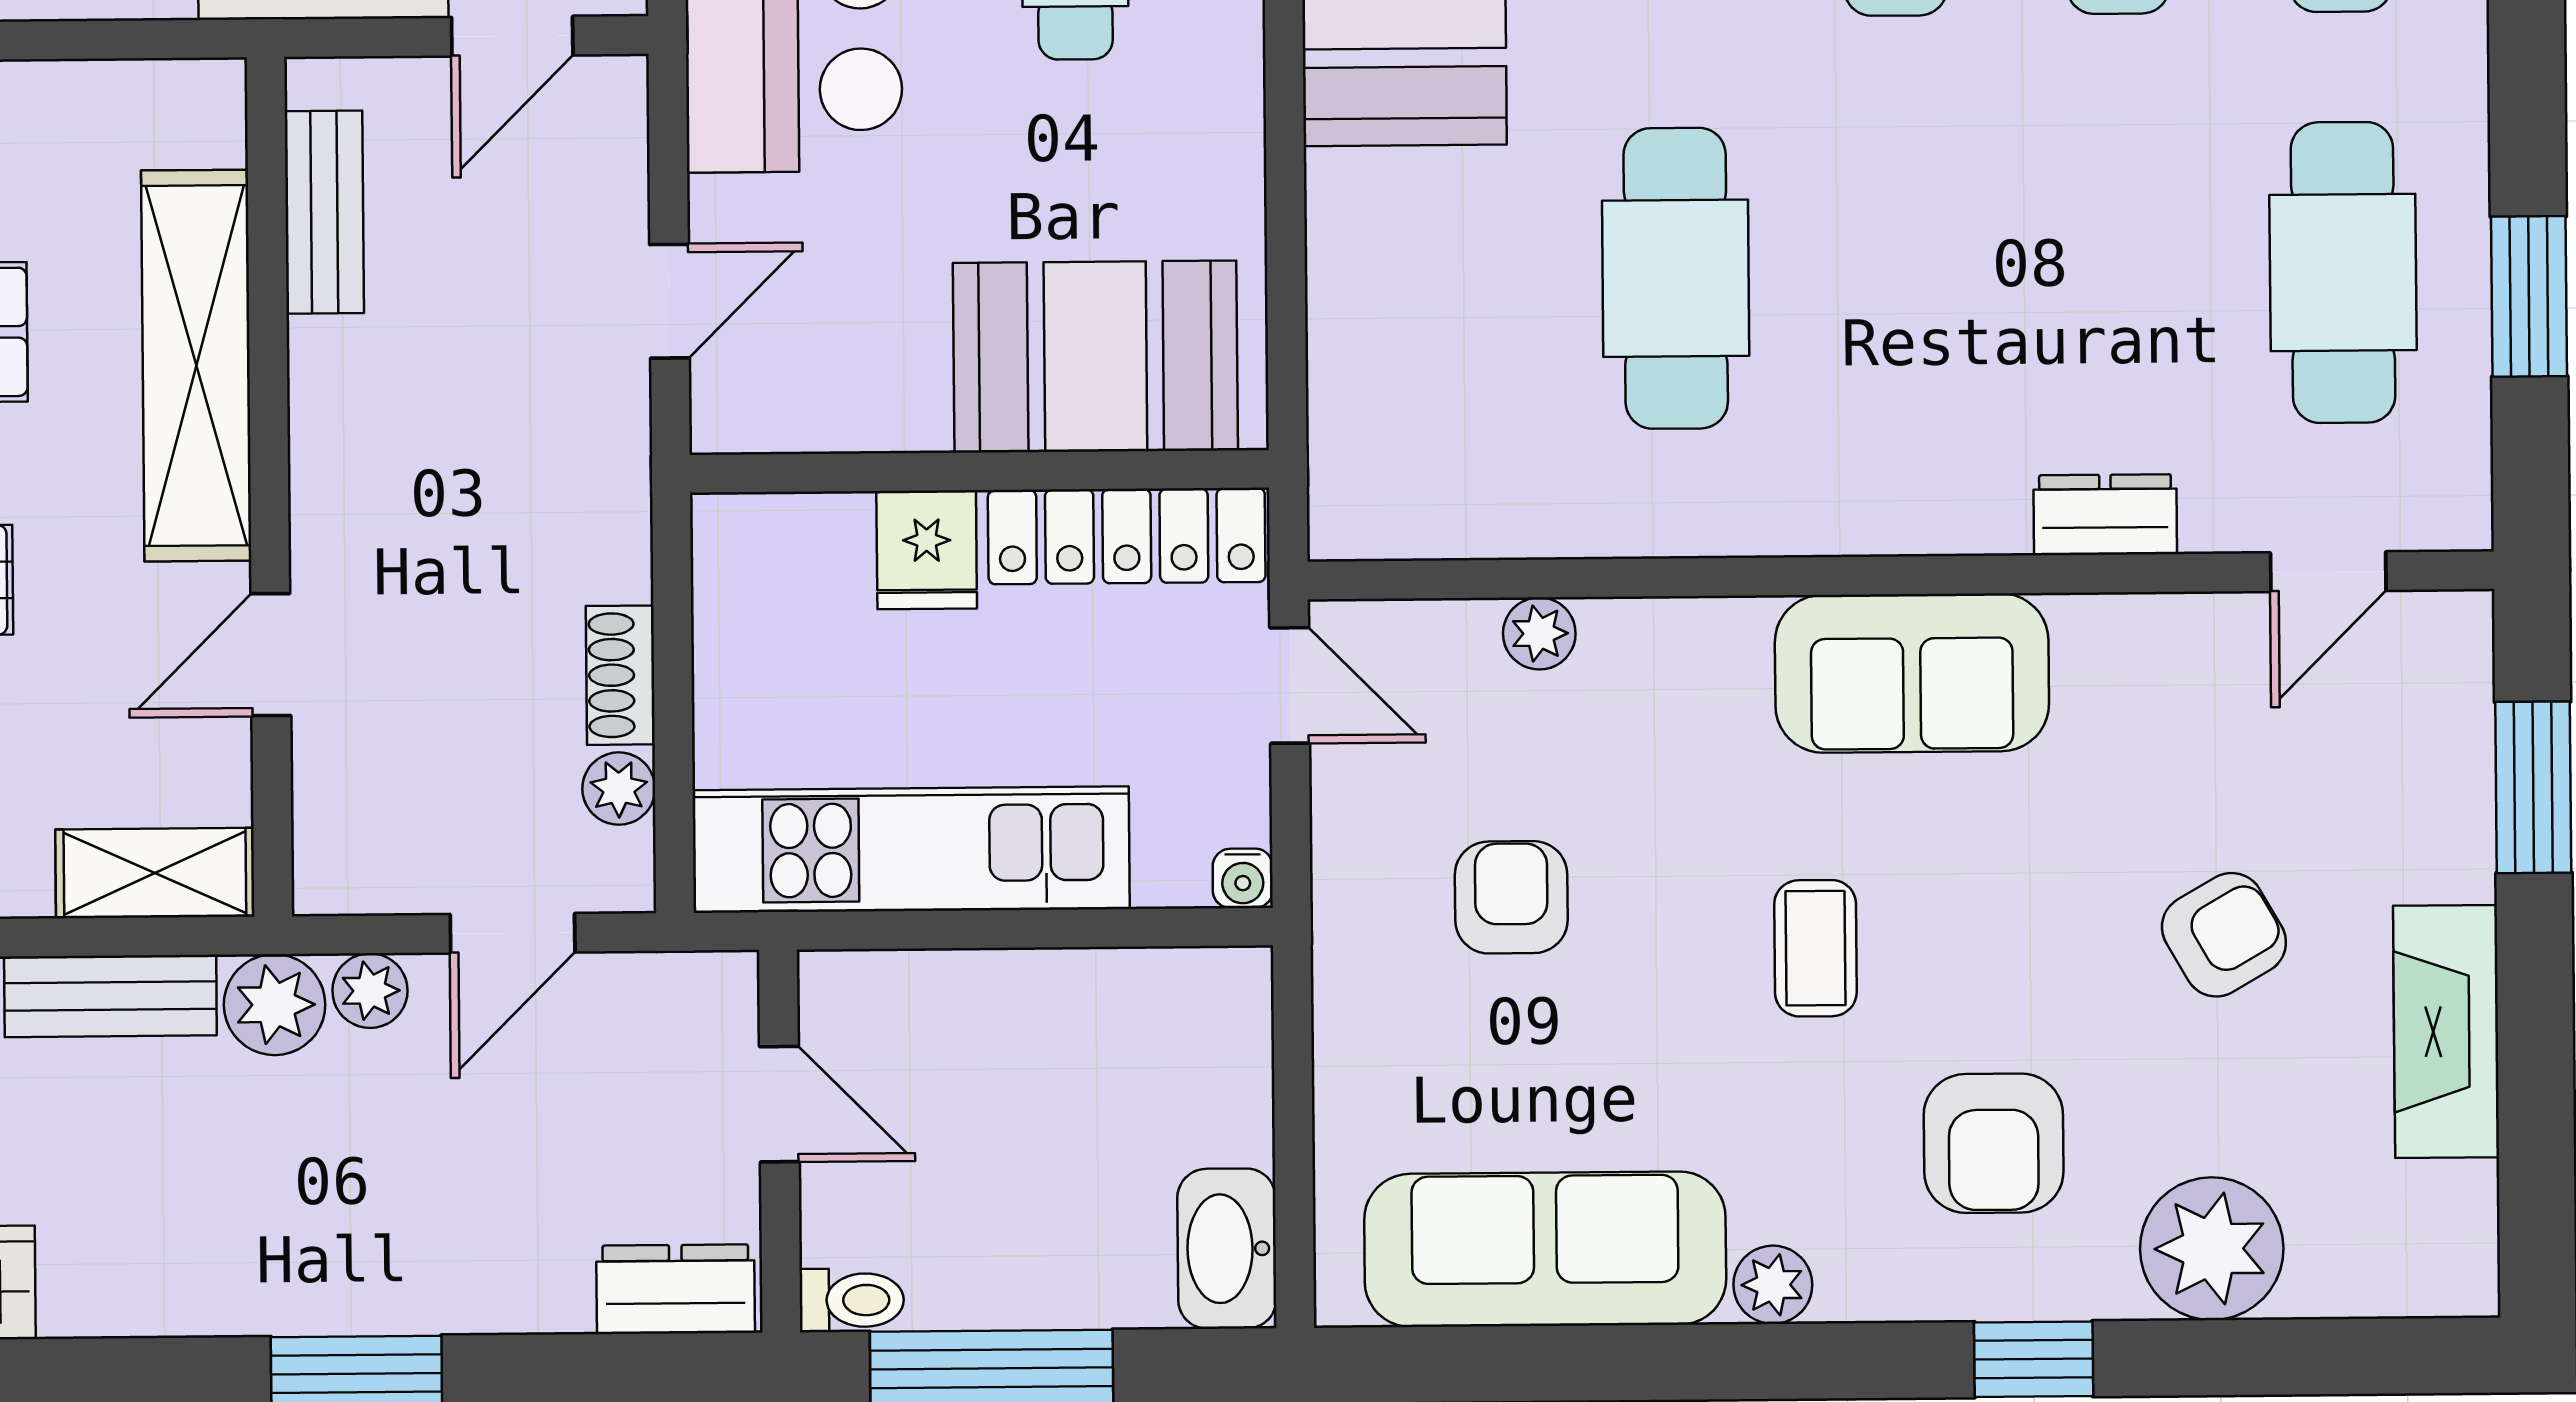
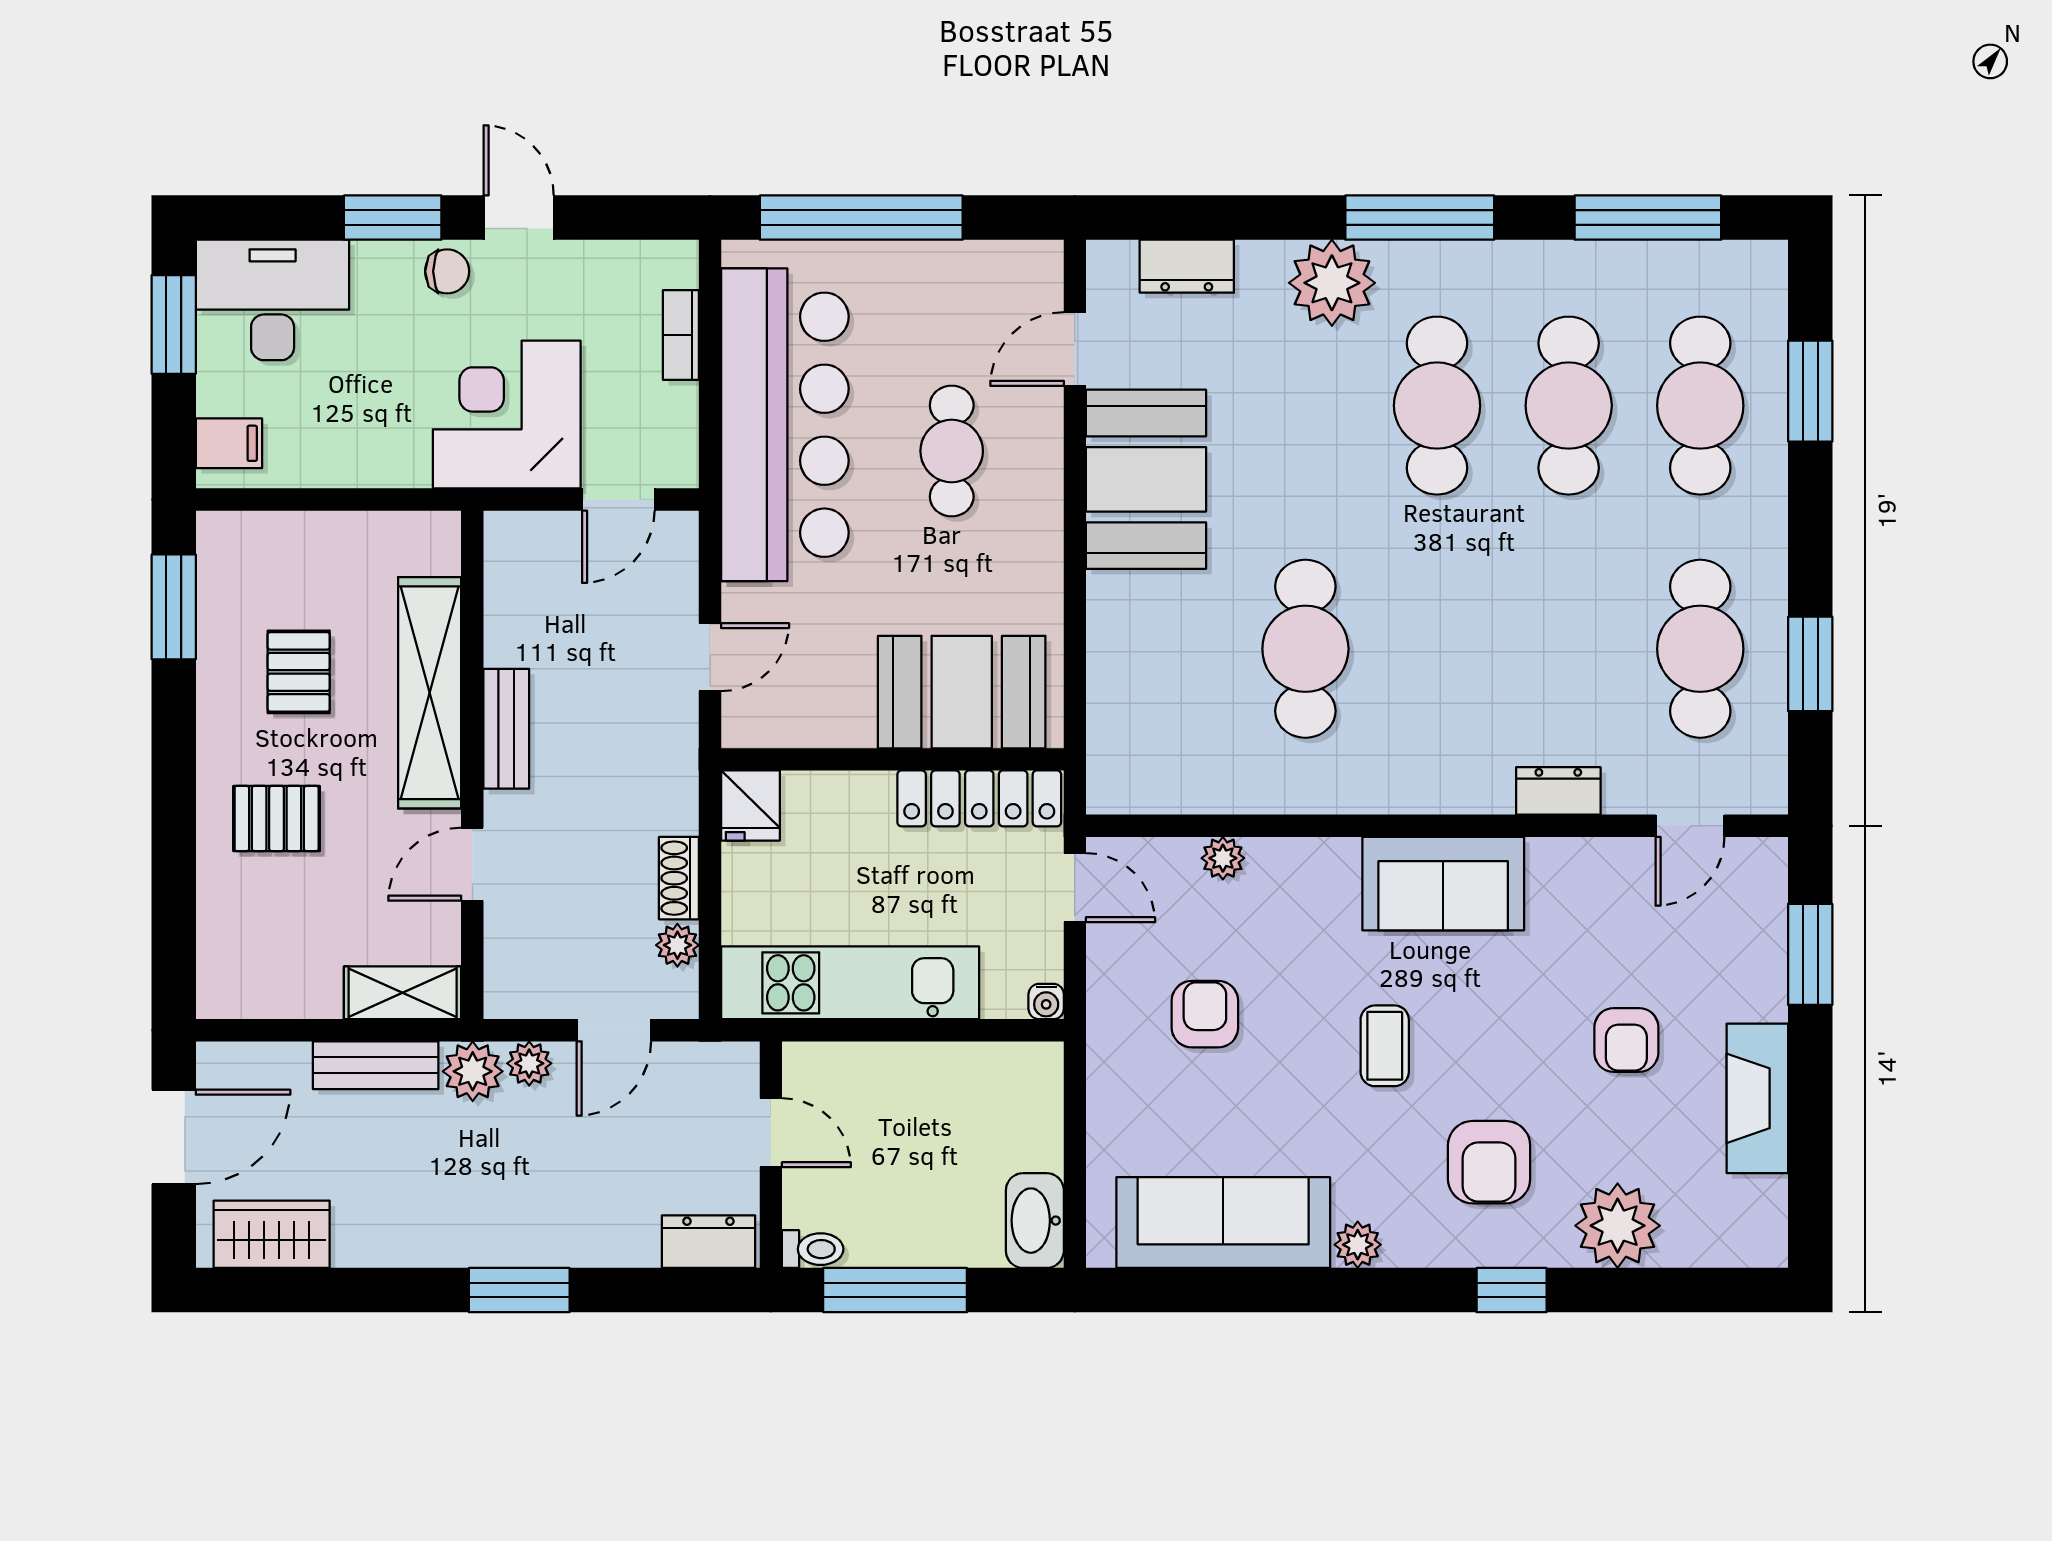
bench: (324, 212) -> (506, 729), moved
fridge: (927, 550) -> (750, 805), moved
armchair: (2224, 935) -> (1626, 1040), turned 120

